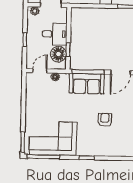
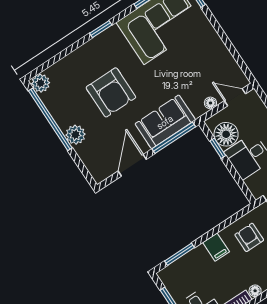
door: (40, 71) -> (235, 97), swing flipped
armchair: (105, 120) -> (111, 92), width x1.88, depth x1.88

